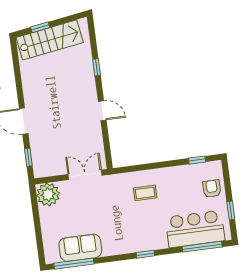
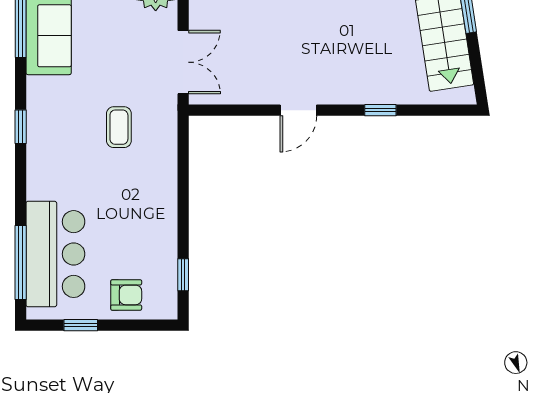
coffee table: (145, 193) -> (119, 127), moved
window: (145, 254) -> (21, 127), moved

